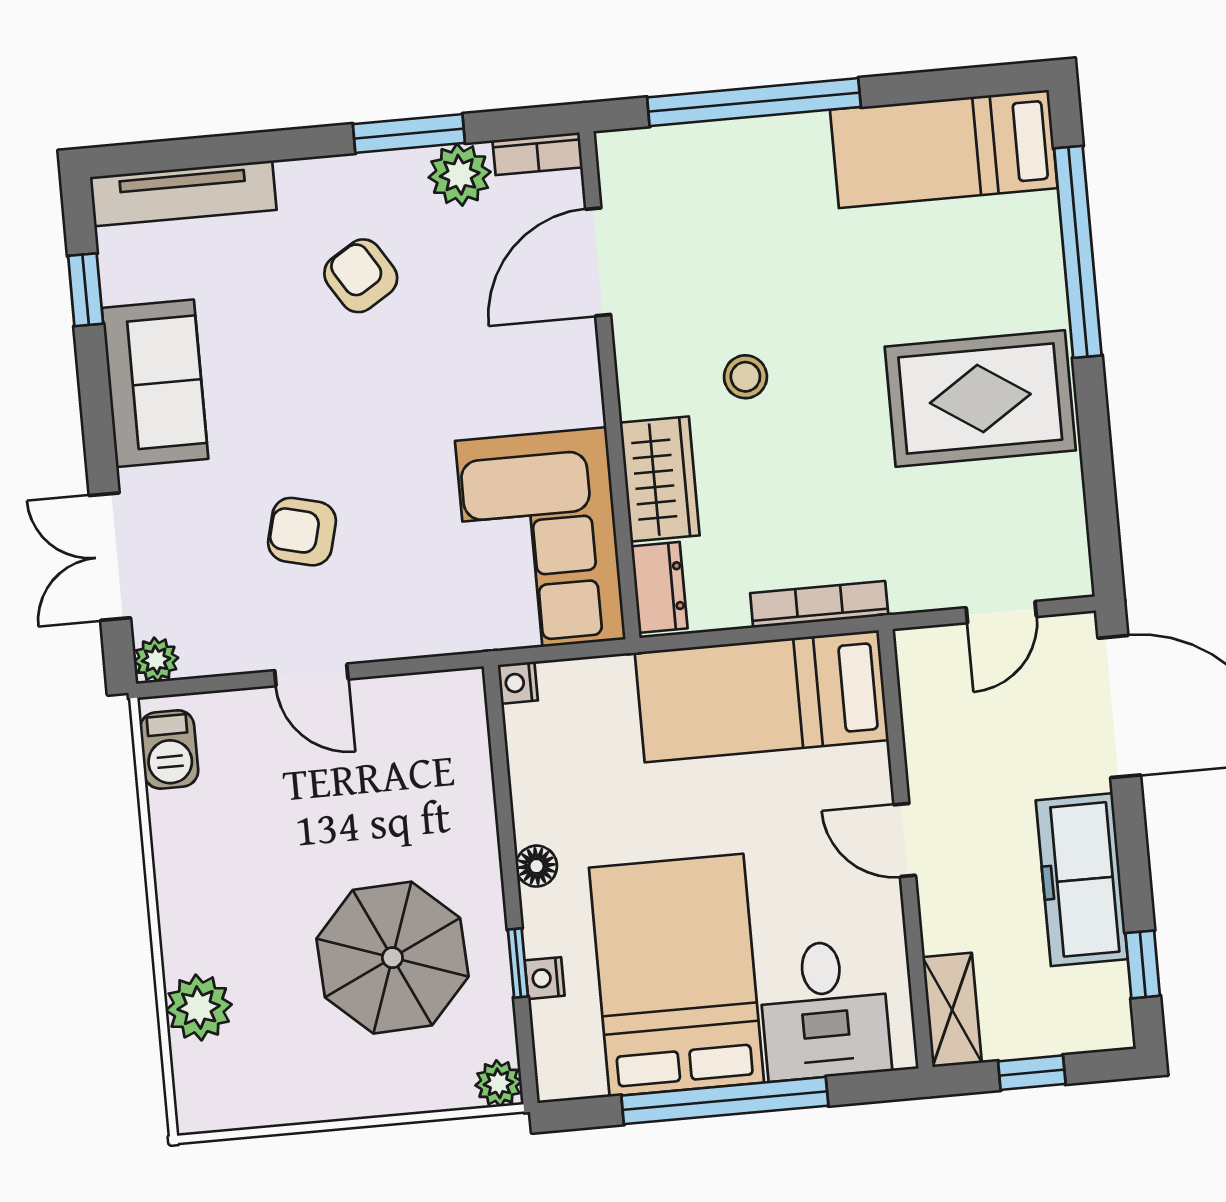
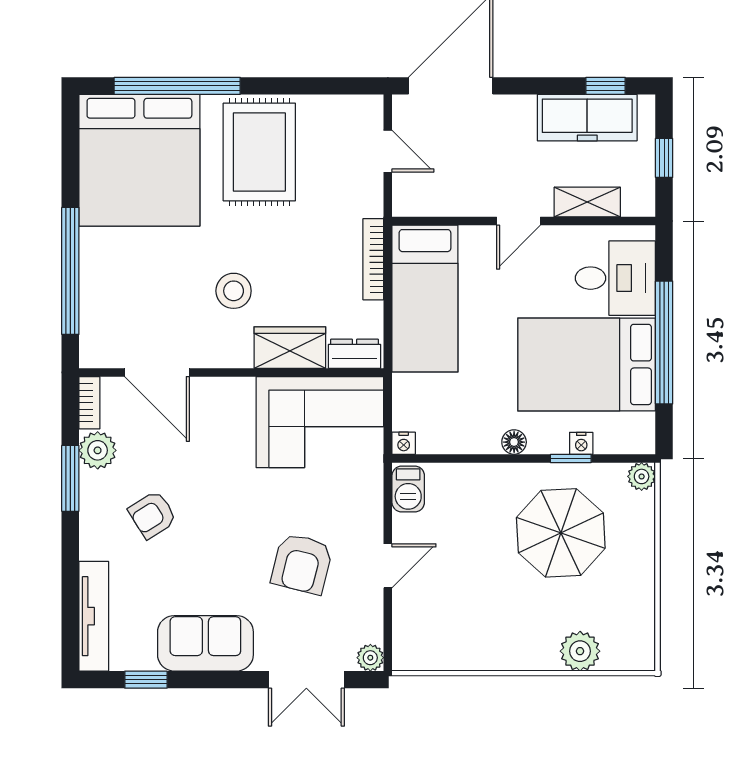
bed: (944, 149) -> (139, 160), width x2.04
stool: (745, 377) -> (234, 291), width x1.37, depth x1.37
armchair: (302, 532) -> (302, 564), width x1.38, depth x1.38
barbecue: (169, 749) -> (408, 489), moved, turned 90
freezer: (1082, 880) -> (587, 118), moved
shelving: (952, 1010) -> (587, 202), moved

